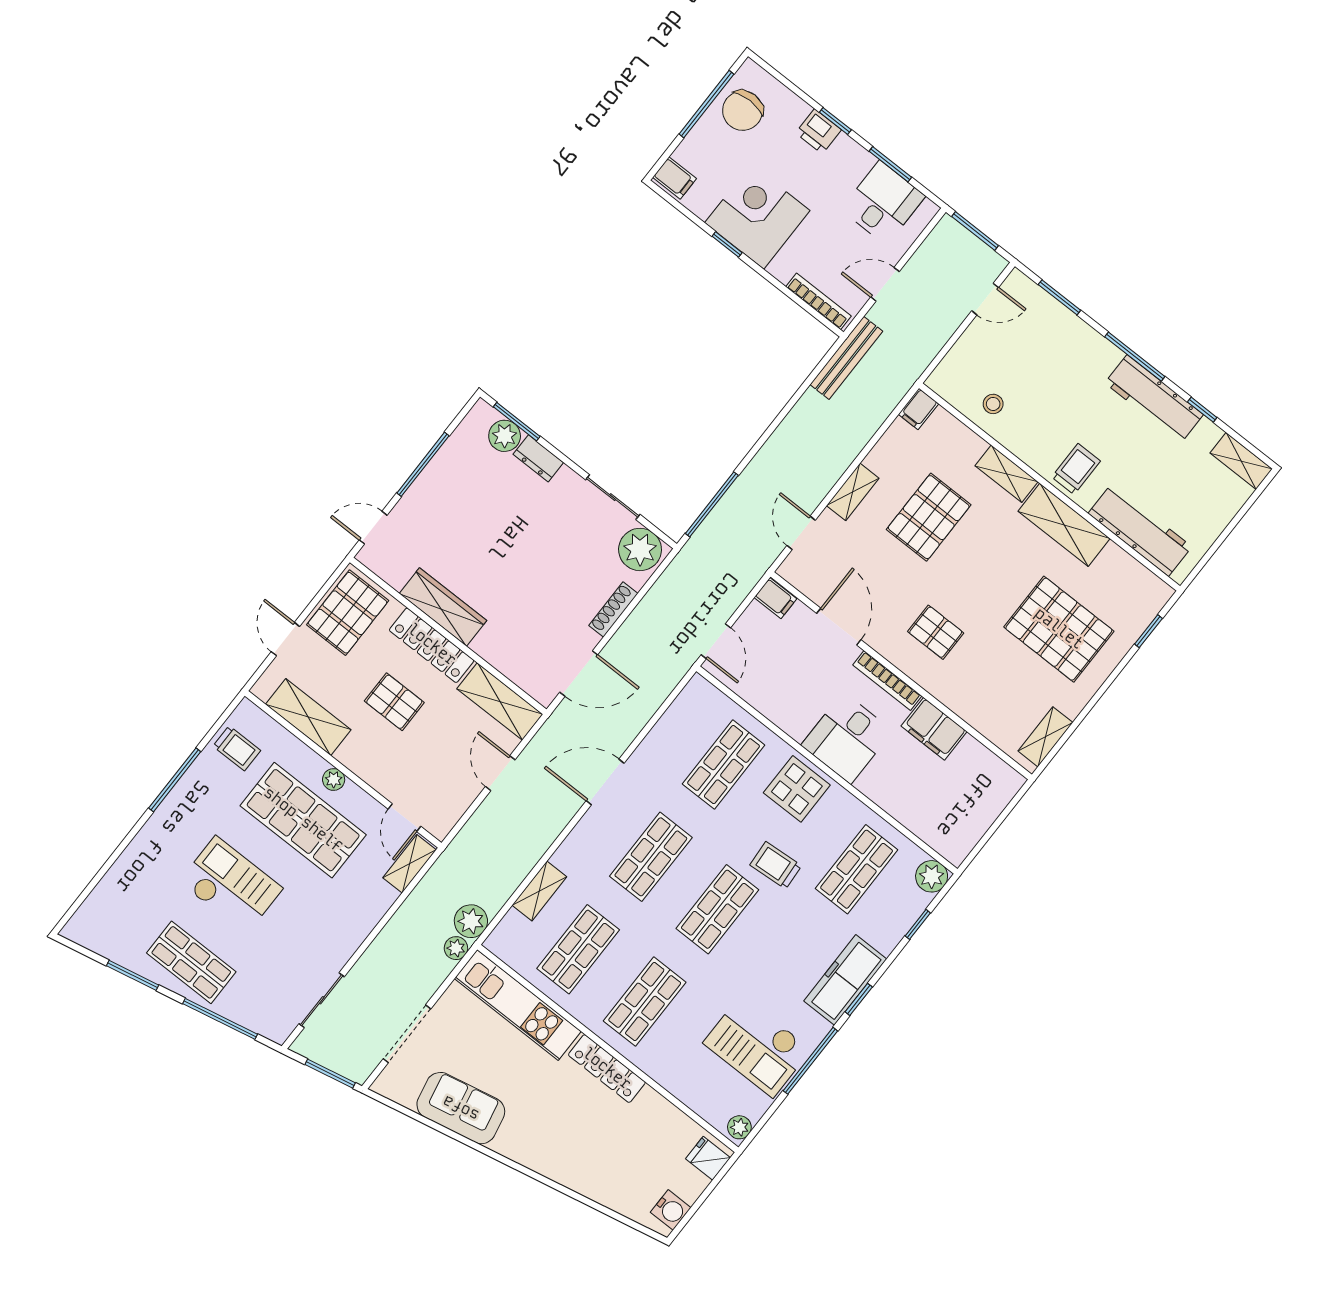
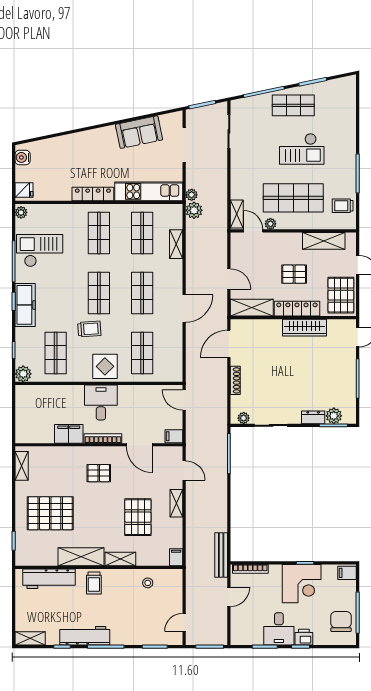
desk: (883, 203) -> (279, 629), moved
plant: (640, 549) -> (244, 418), width x0.53, depth x0.53
plant: (334, 780) -> (270, 224), moved

